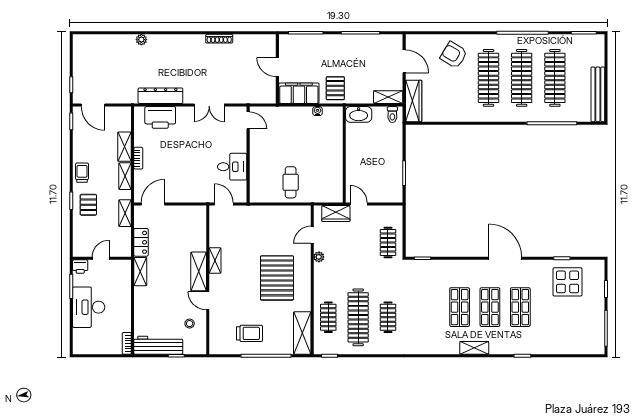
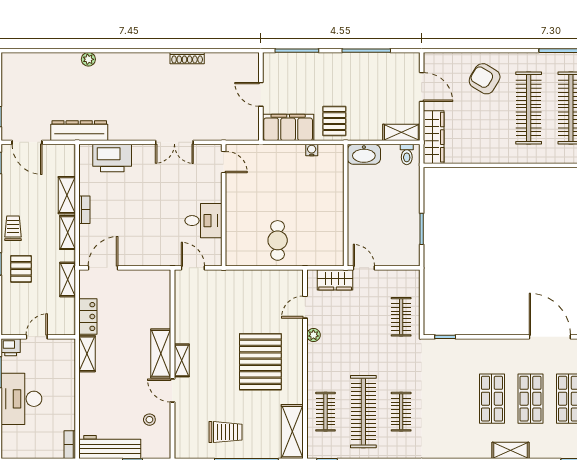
dresser: (160, 96) -> (79, 131), moved
shelving: (215, 260) -> (182, 360), moved

